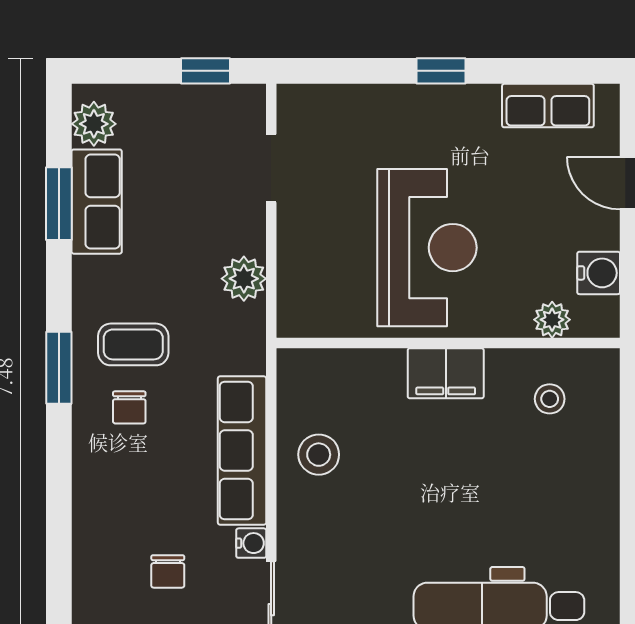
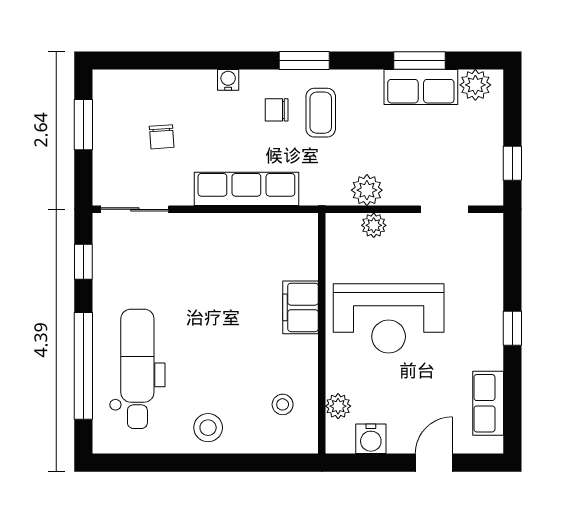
plant: (294, 269) -> (374, 225), added
filing cabinet: (446, 373) -> (301, 307), moved
stool: (319, 455) -> (208, 428), moved
water cooler: (251, 543) -> (228, 80), moved, turned 180
chair: (168, 571) -> (162, 137), turned -94

